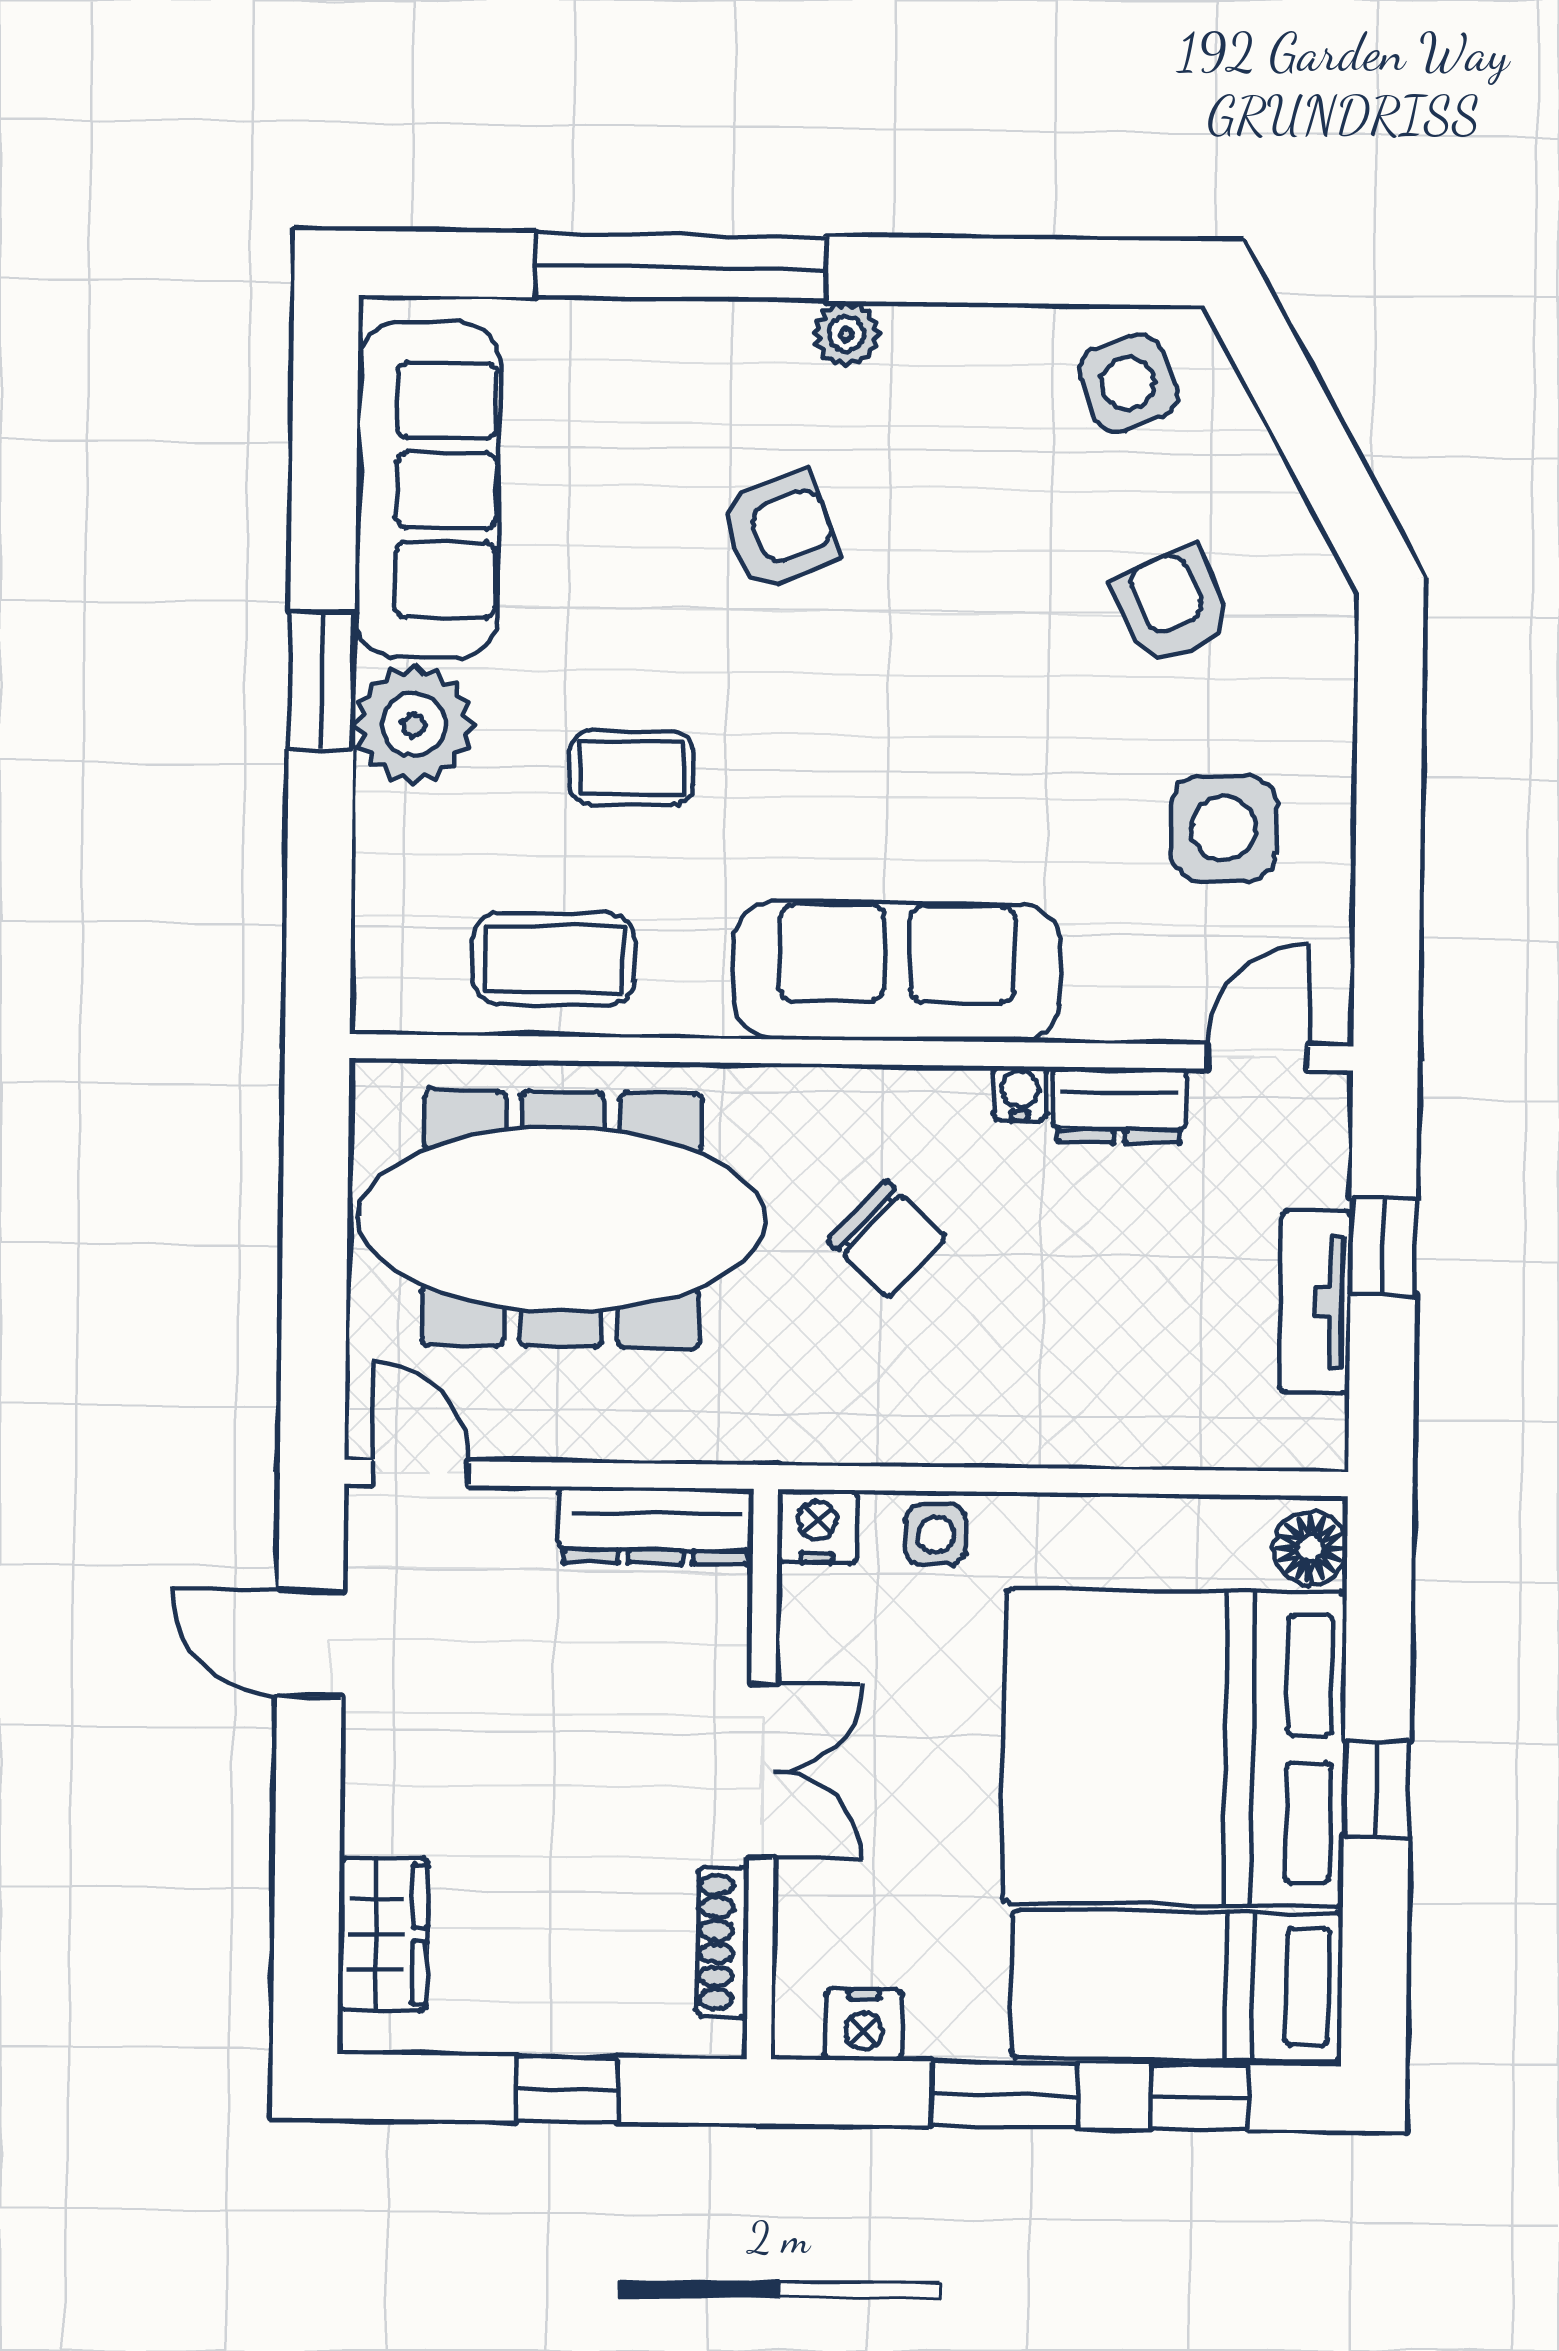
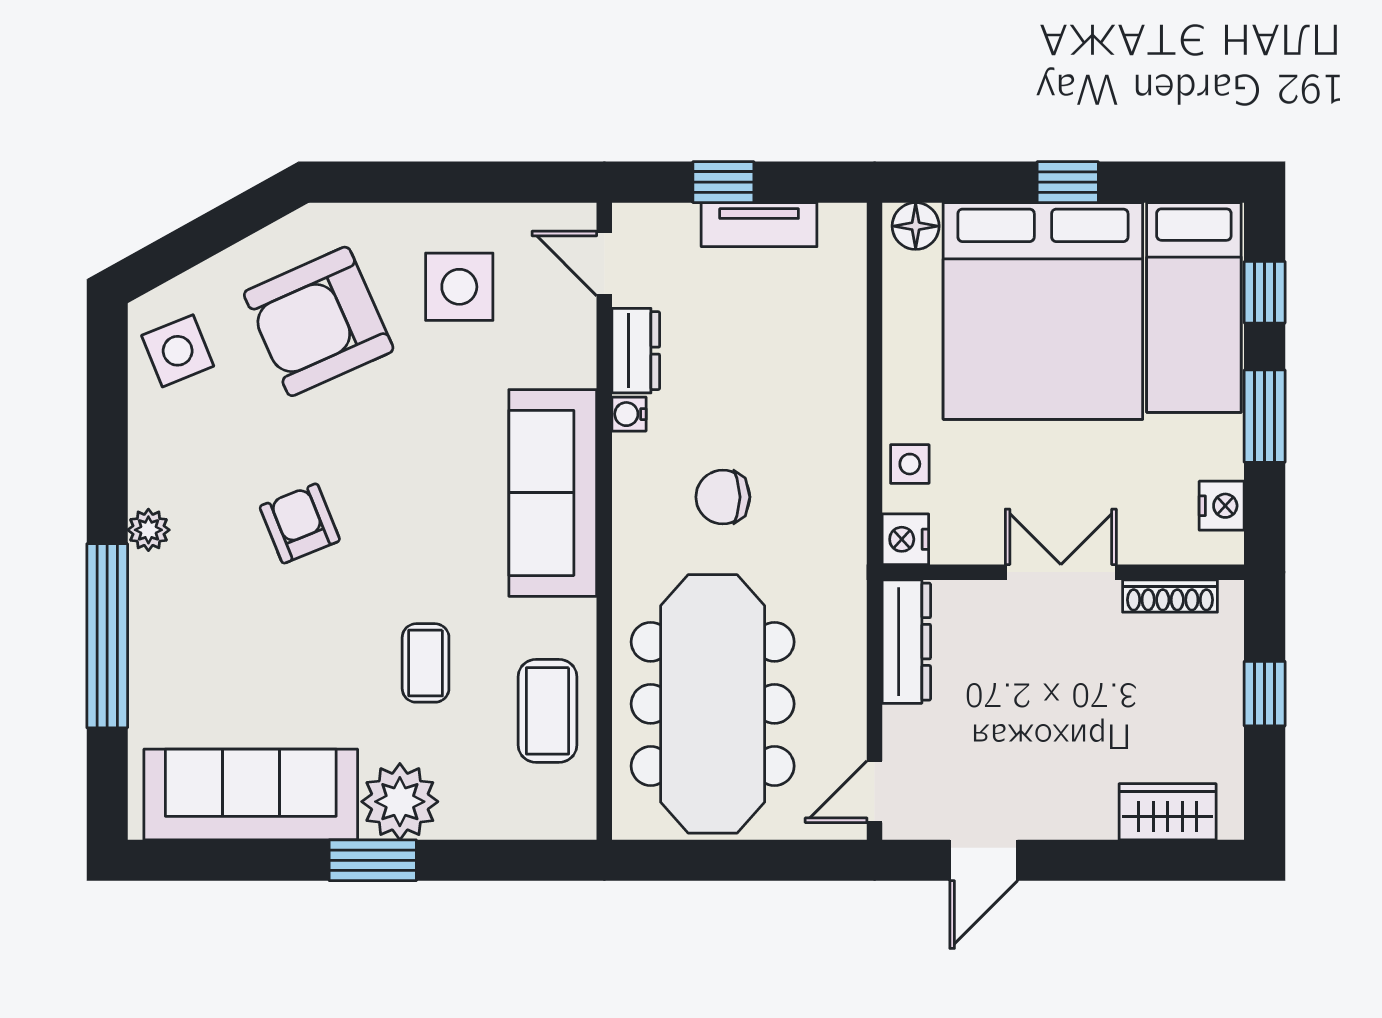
armchair: (779, 531) -> (300, 523), moved
armchair: (1172, 606) -> (319, 321), width x1.88, depth x1.88
chair: (887, 1239) -> (723, 497), turned -133

